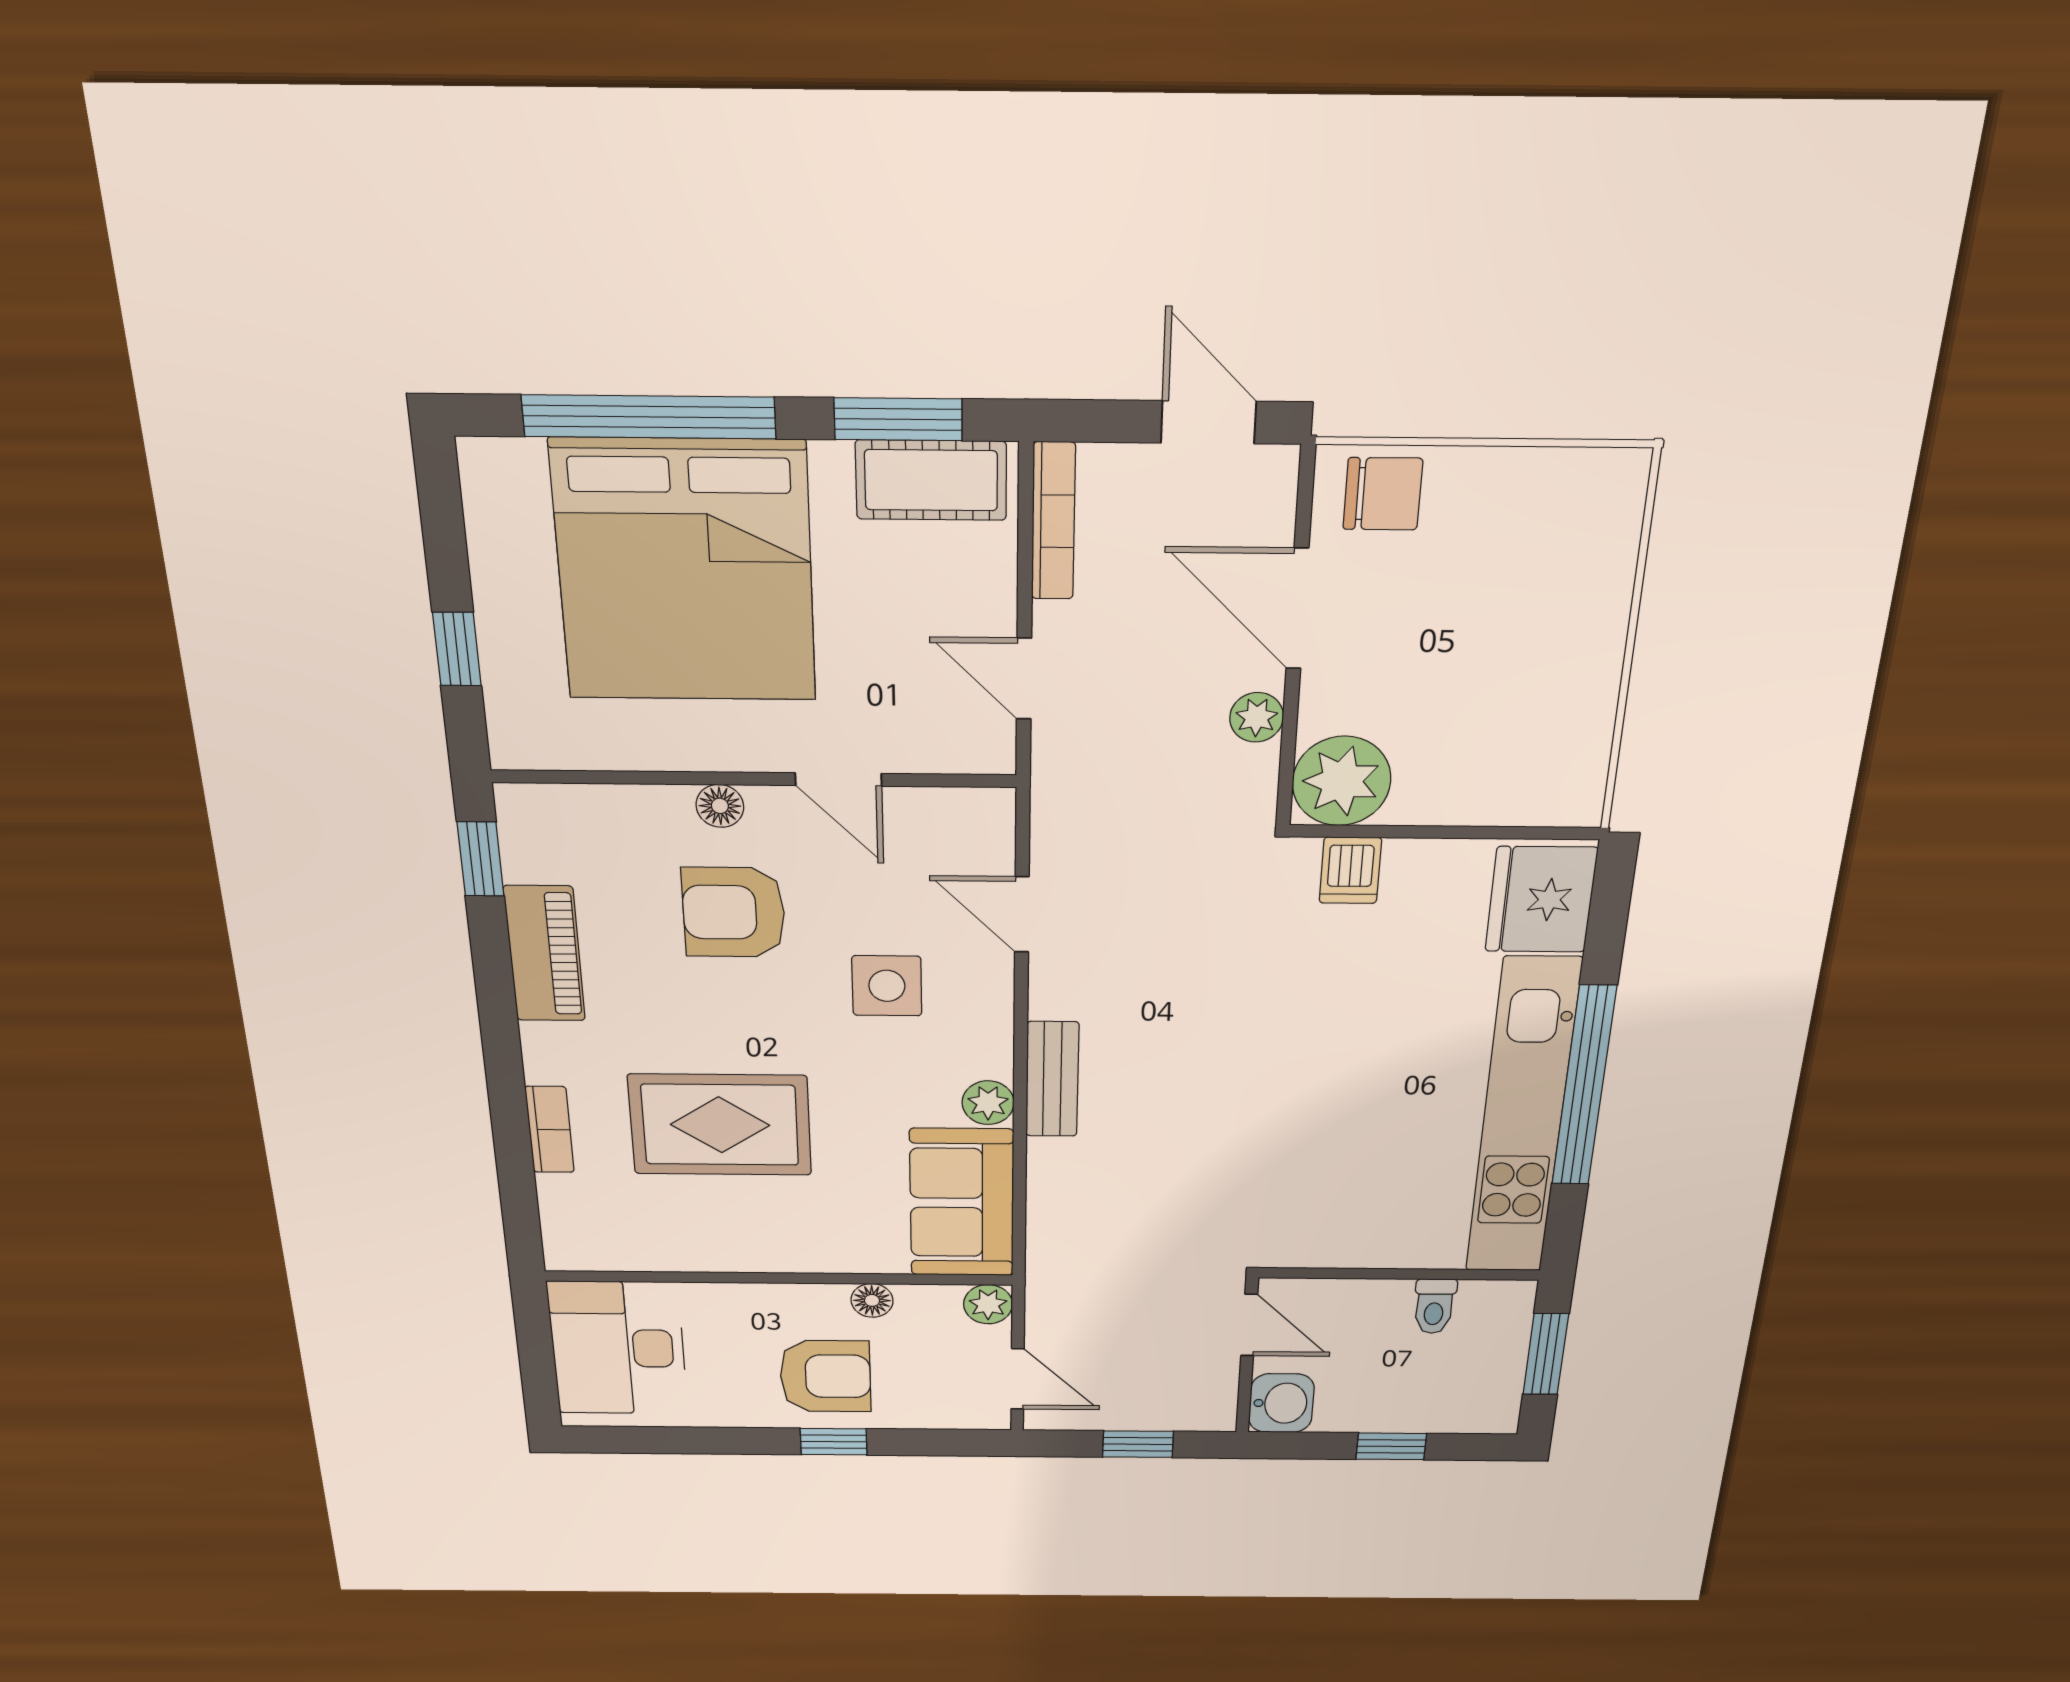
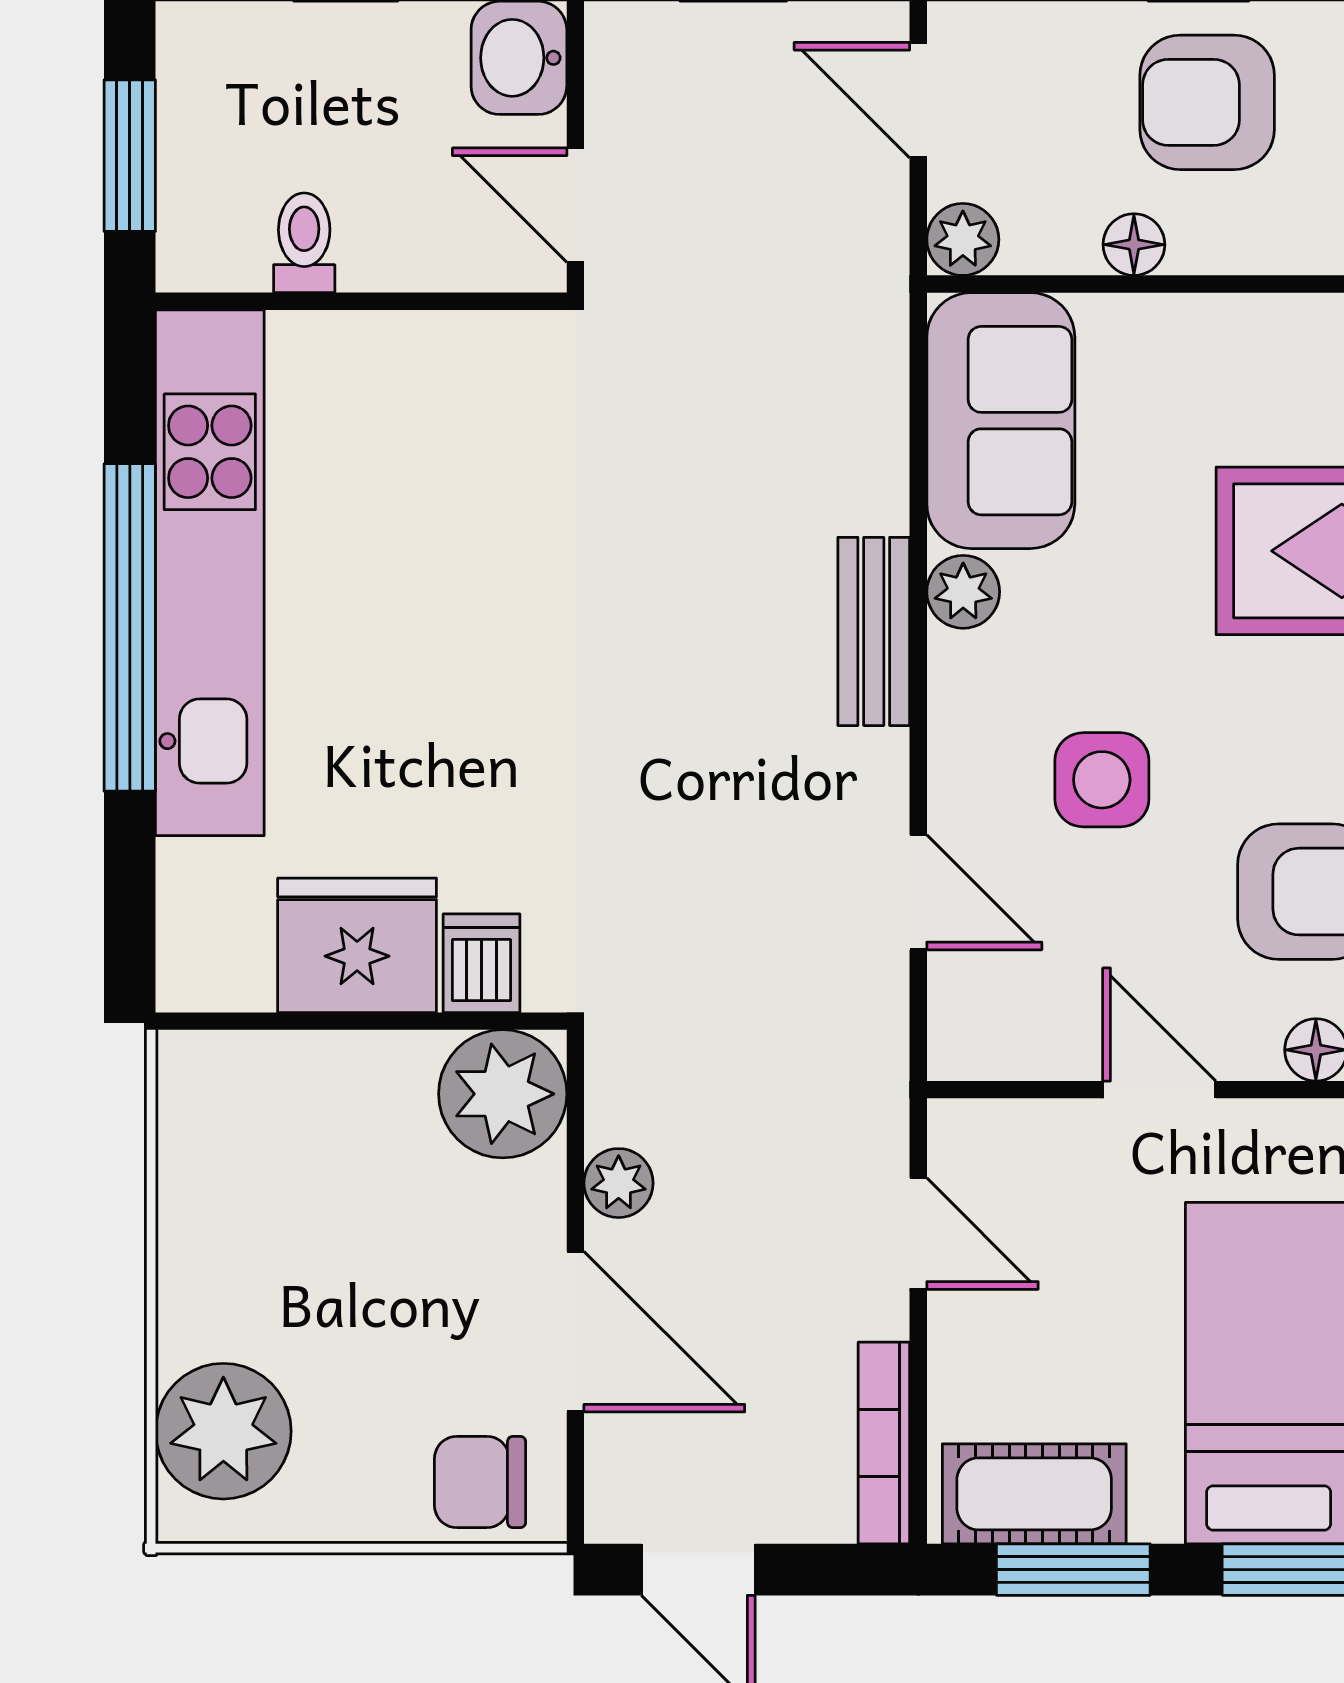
plant: (1587, 535) -> (223, 1431), added
fridge: (1541, 900) -> (357, 945), moved, turned -90

